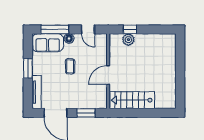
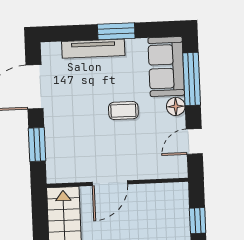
plant: (128, 40) -> (178, 218), removed
door: (108, 75) -> (110, 183), swing flipped
tv unit: (37, 92) -> (93, 49), moved

